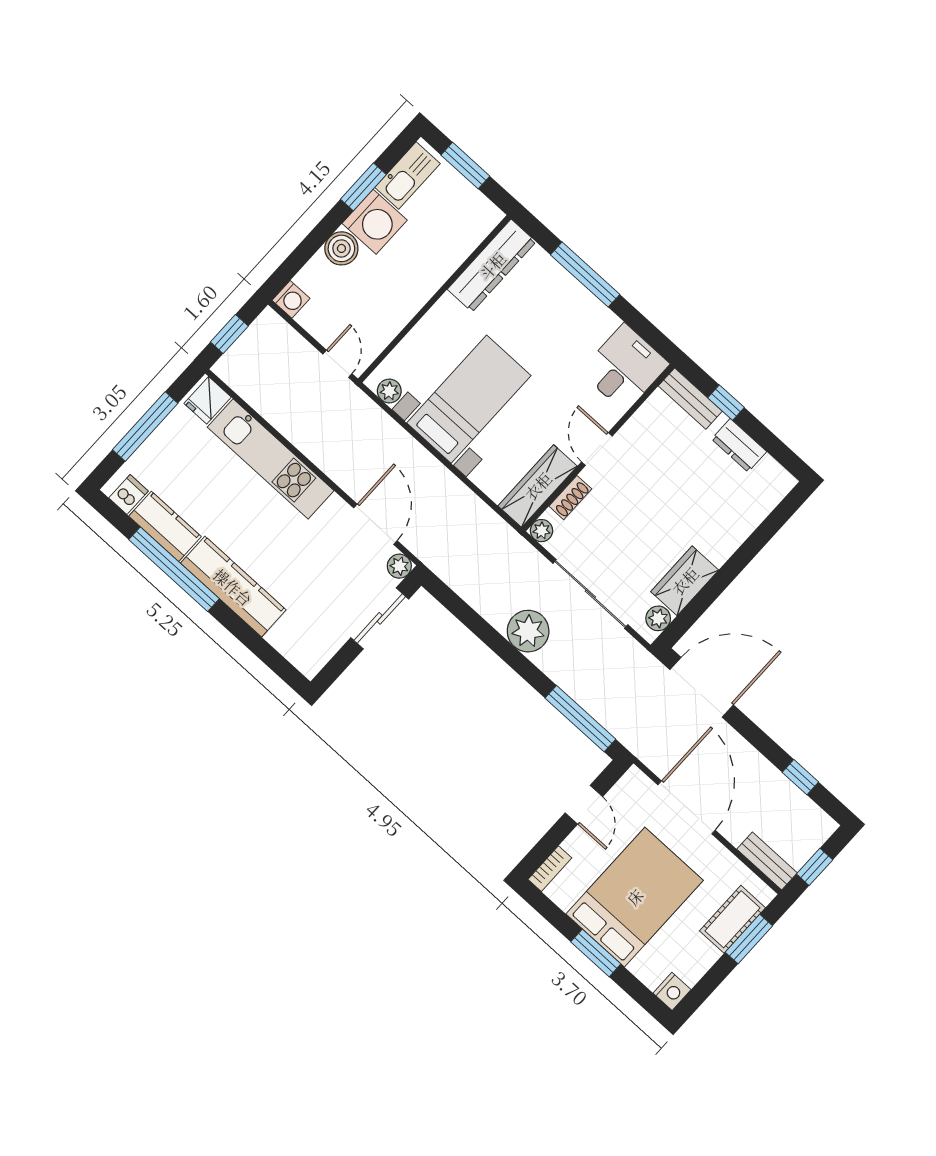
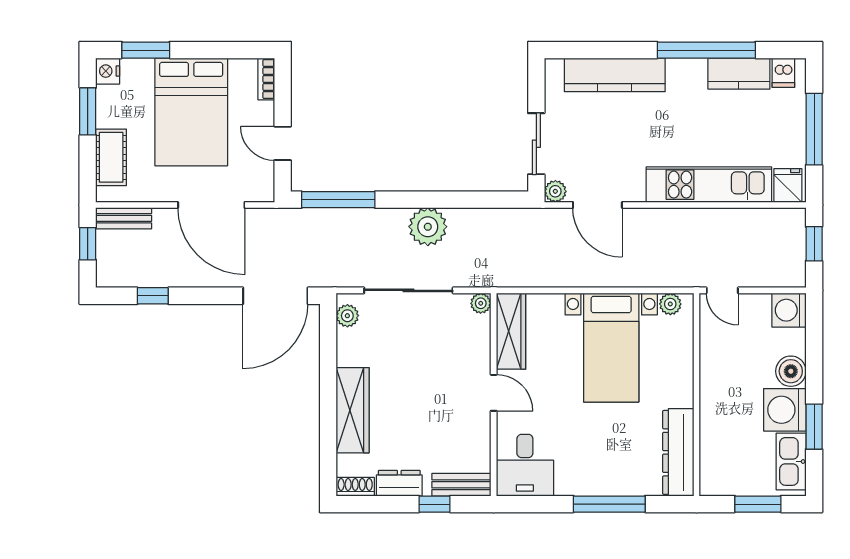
washing machine: (291, 299) -> (789, 310), width x1.38, depth x1.38
shoe rack: (570, 498) -> (355, 487), moved, turned 90
wardrobe: (685, 581) -> (353, 410), moved, width x1.50
kitchen counter: (233, 587) -> (615, 75), moved
window: (749, 939) -> (88, 111), moved
window: (596, 953) -> (146, 50), moved

